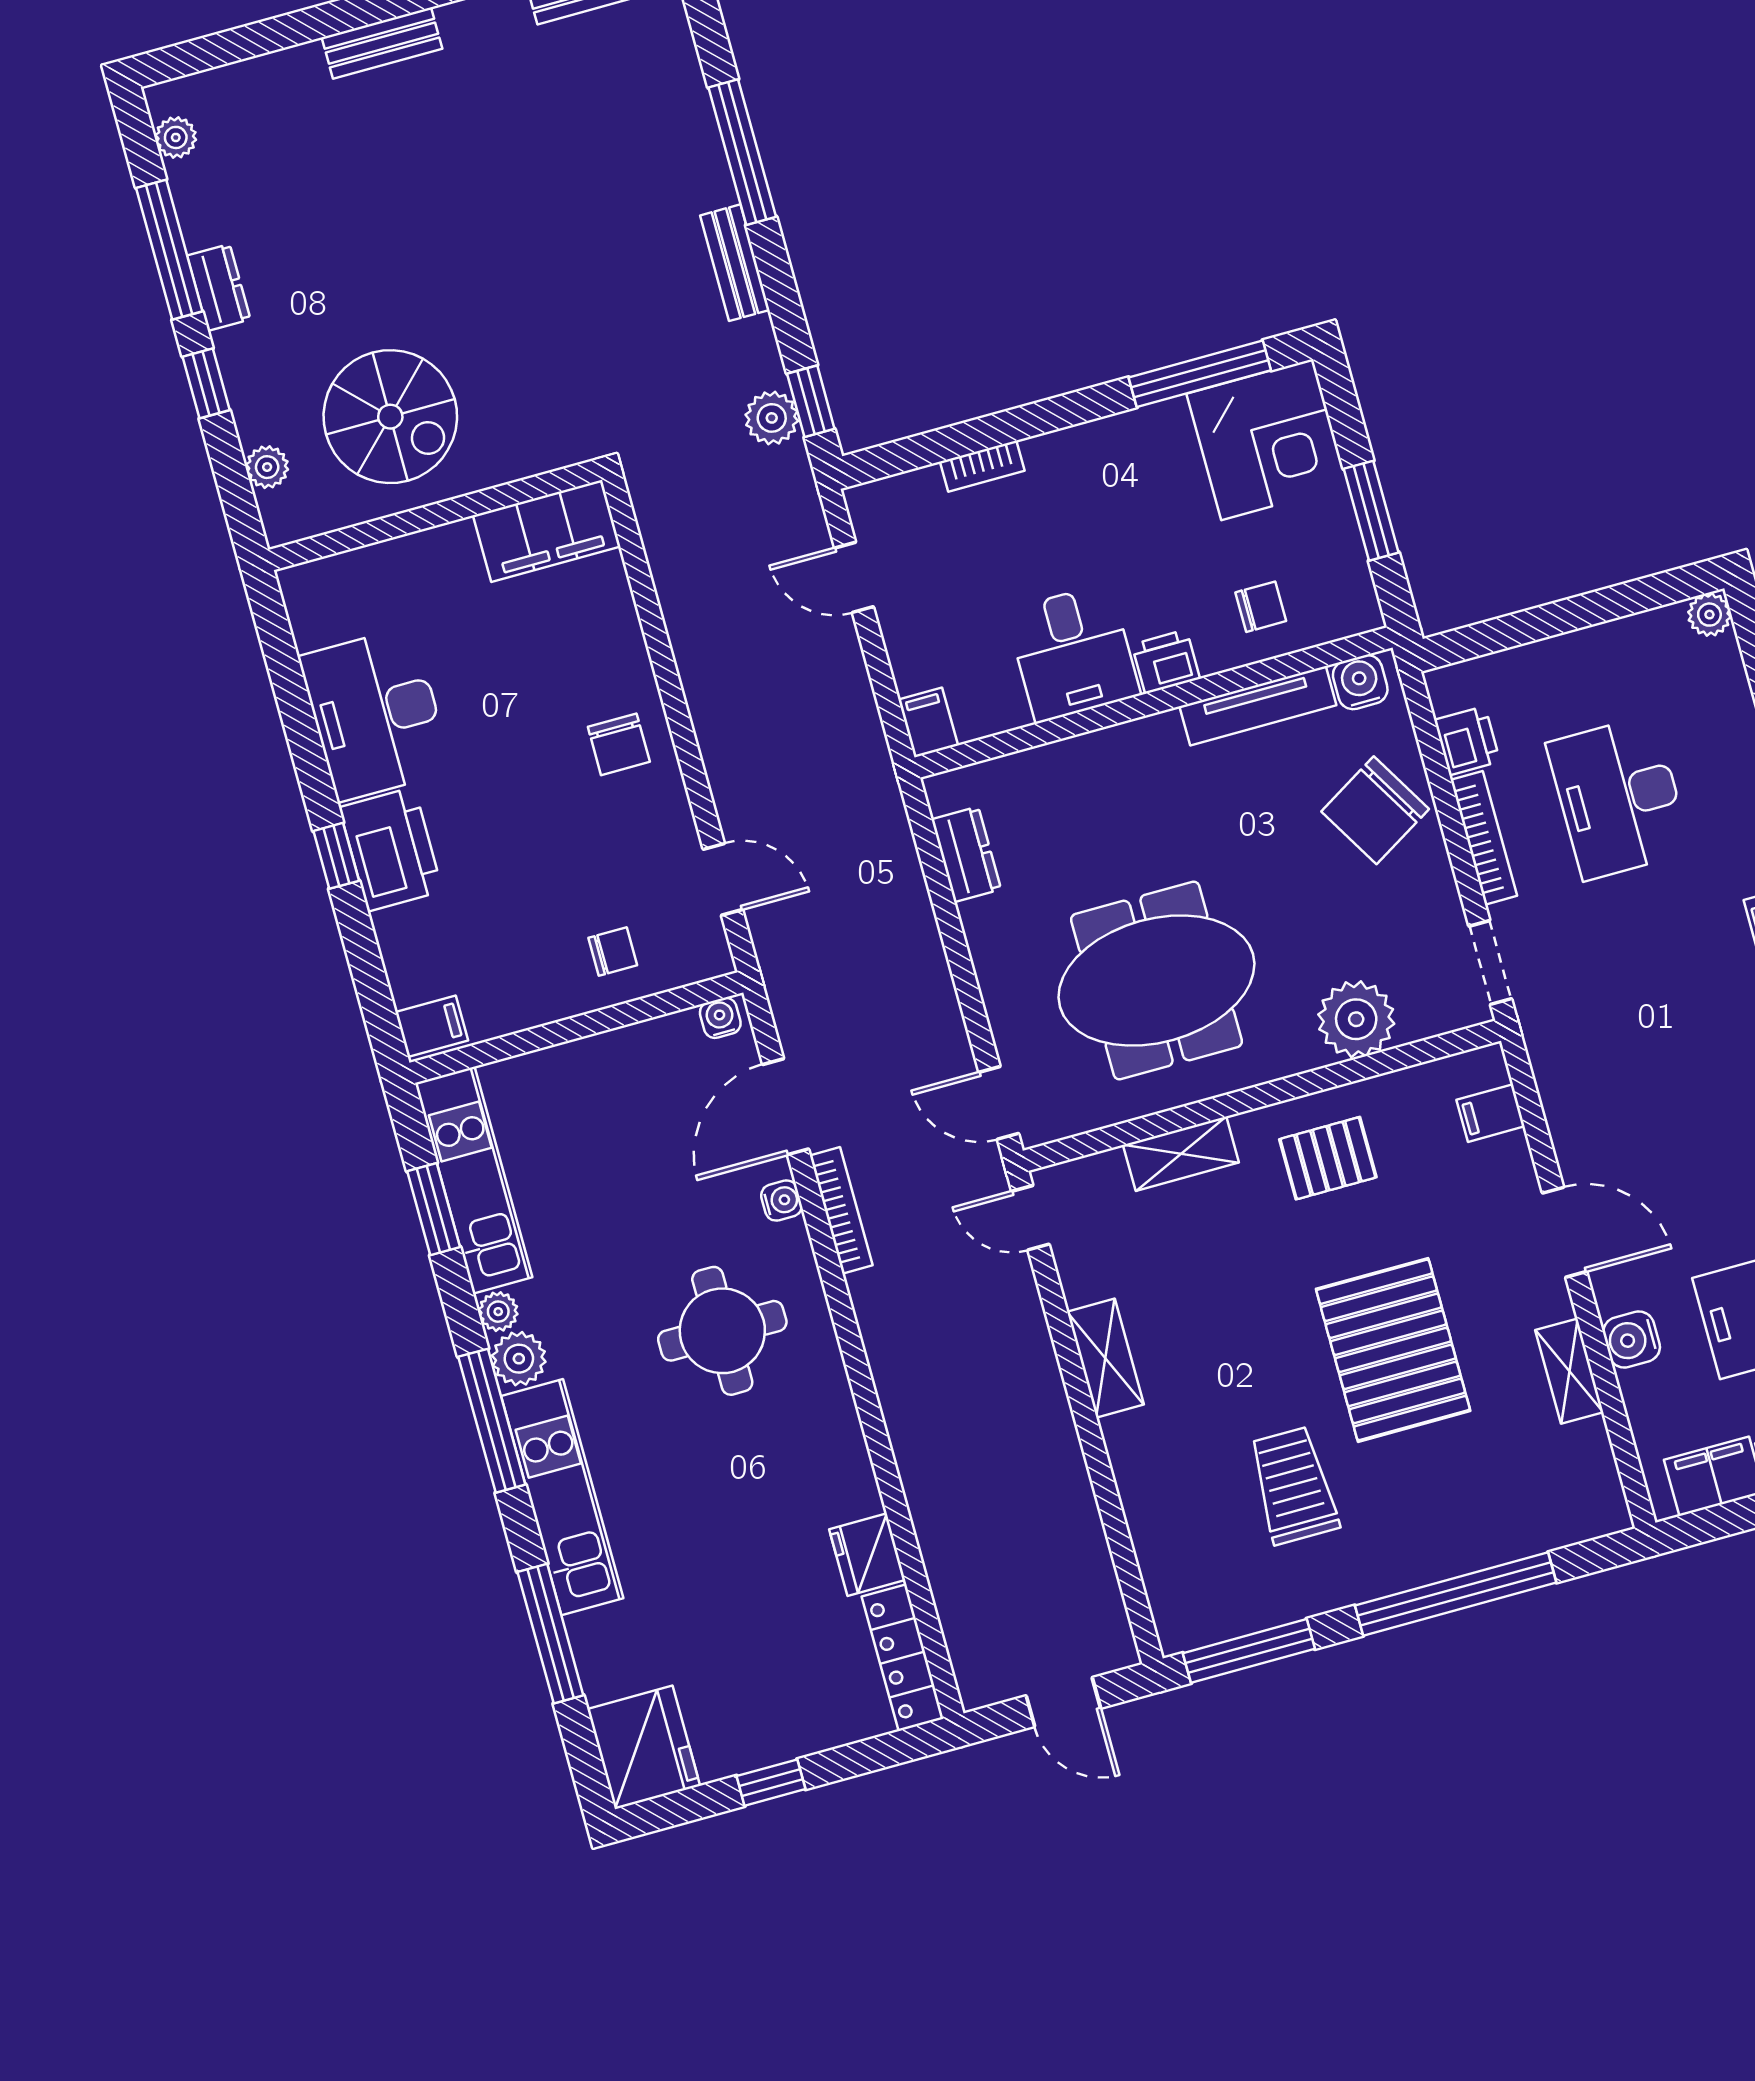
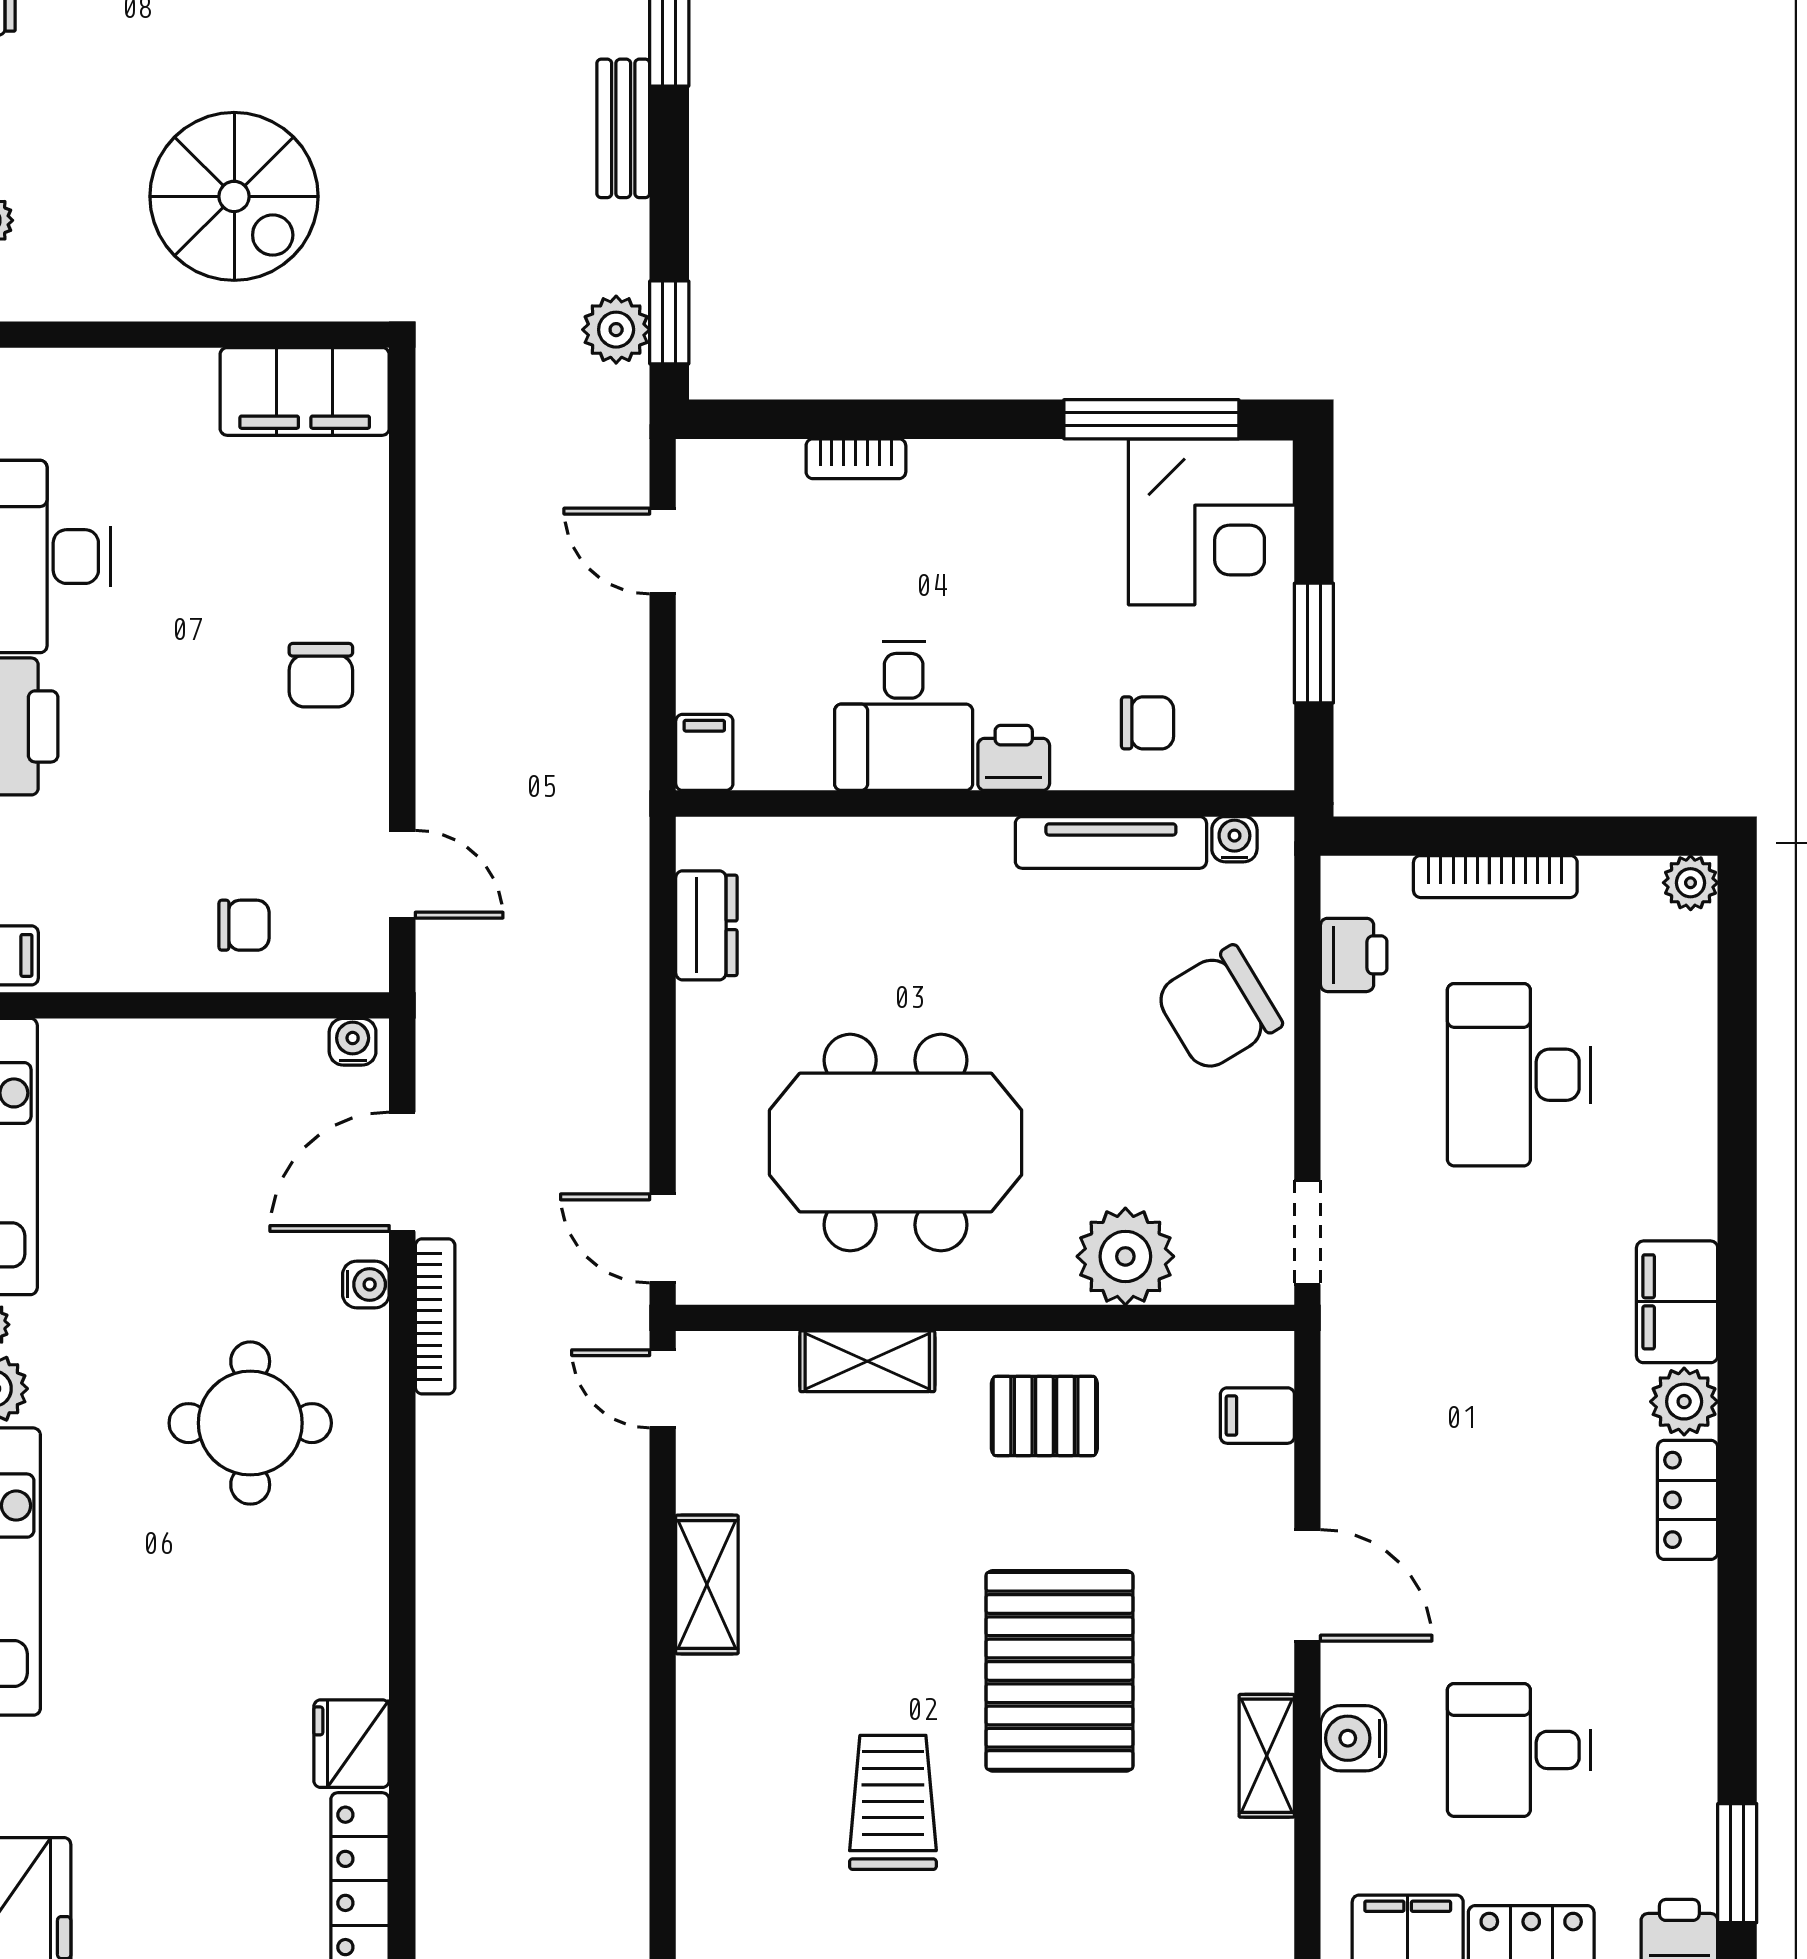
spiral stairs: (390, 417) -> (234, 196), moved
water cooler: (1360, 682) -> (1234, 839), width x0.72, depth x0.72
bookcase: (1484, 838) -> (1495, 877), moved, turned 90

